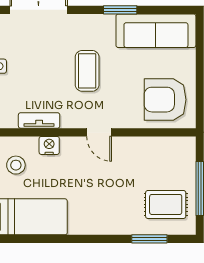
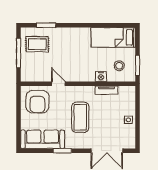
coffee table: (87, 71) -> (80, 117), width x1.36, depth x1.32
armchair: (165, 100) -> (37, 102), turned 90
door: (99, 132) -> (58, 84), moved

